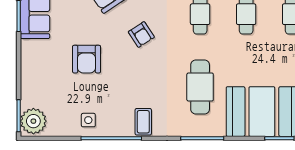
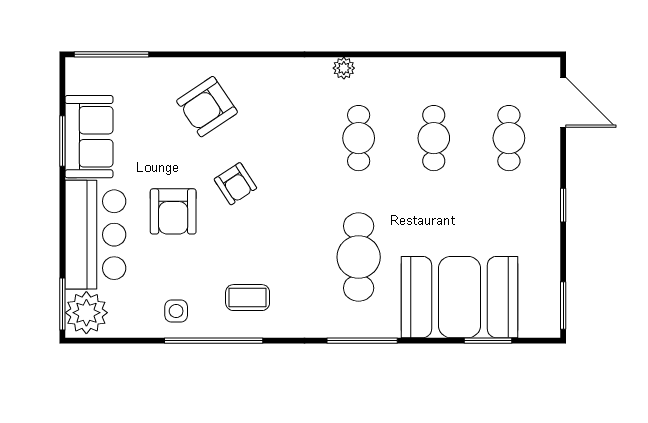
armchair: (141, 34) -> (235, 184), moved
bar counter: (39, 73) -> (95, 235), added
coffee table: (143, 122) -> (248, 298), moved, turned 90

